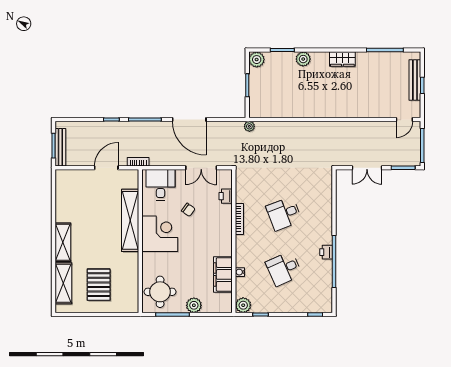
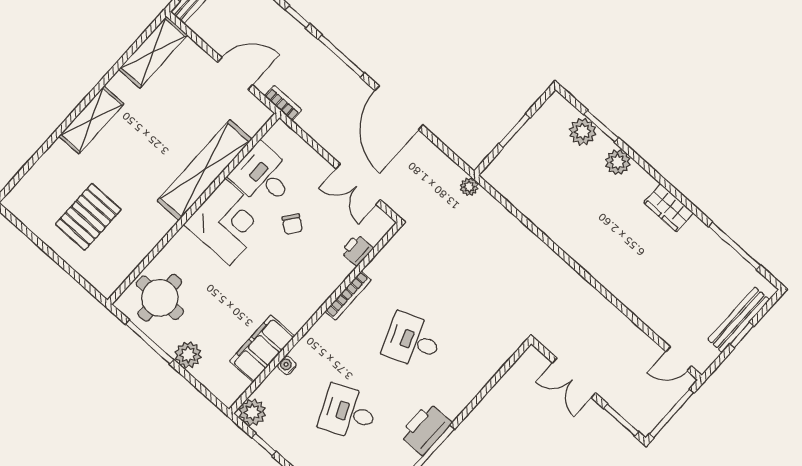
plant: (257, 60) -> (583, 132), moved
desk: (161, 185) -> (263, 176), moved, turned -90
printer: (326, 252) -> (425, 429), width x1.87, depth x1.48
shelving: (63, 283) -> (153, 52), moved

